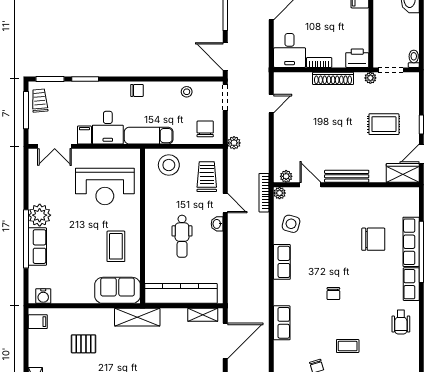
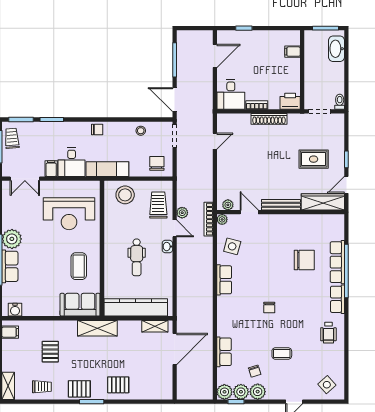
plant: (370, 78) -> (302, 119), removed
plant: (234, 143) -> (182, 213), moved
wardrobe: (403, 173) -> (323, 202), width x1.50
row of seats: (282, 323) -> (224, 352), moved
pallet: (83, 344) -> (50, 352), turned 90

